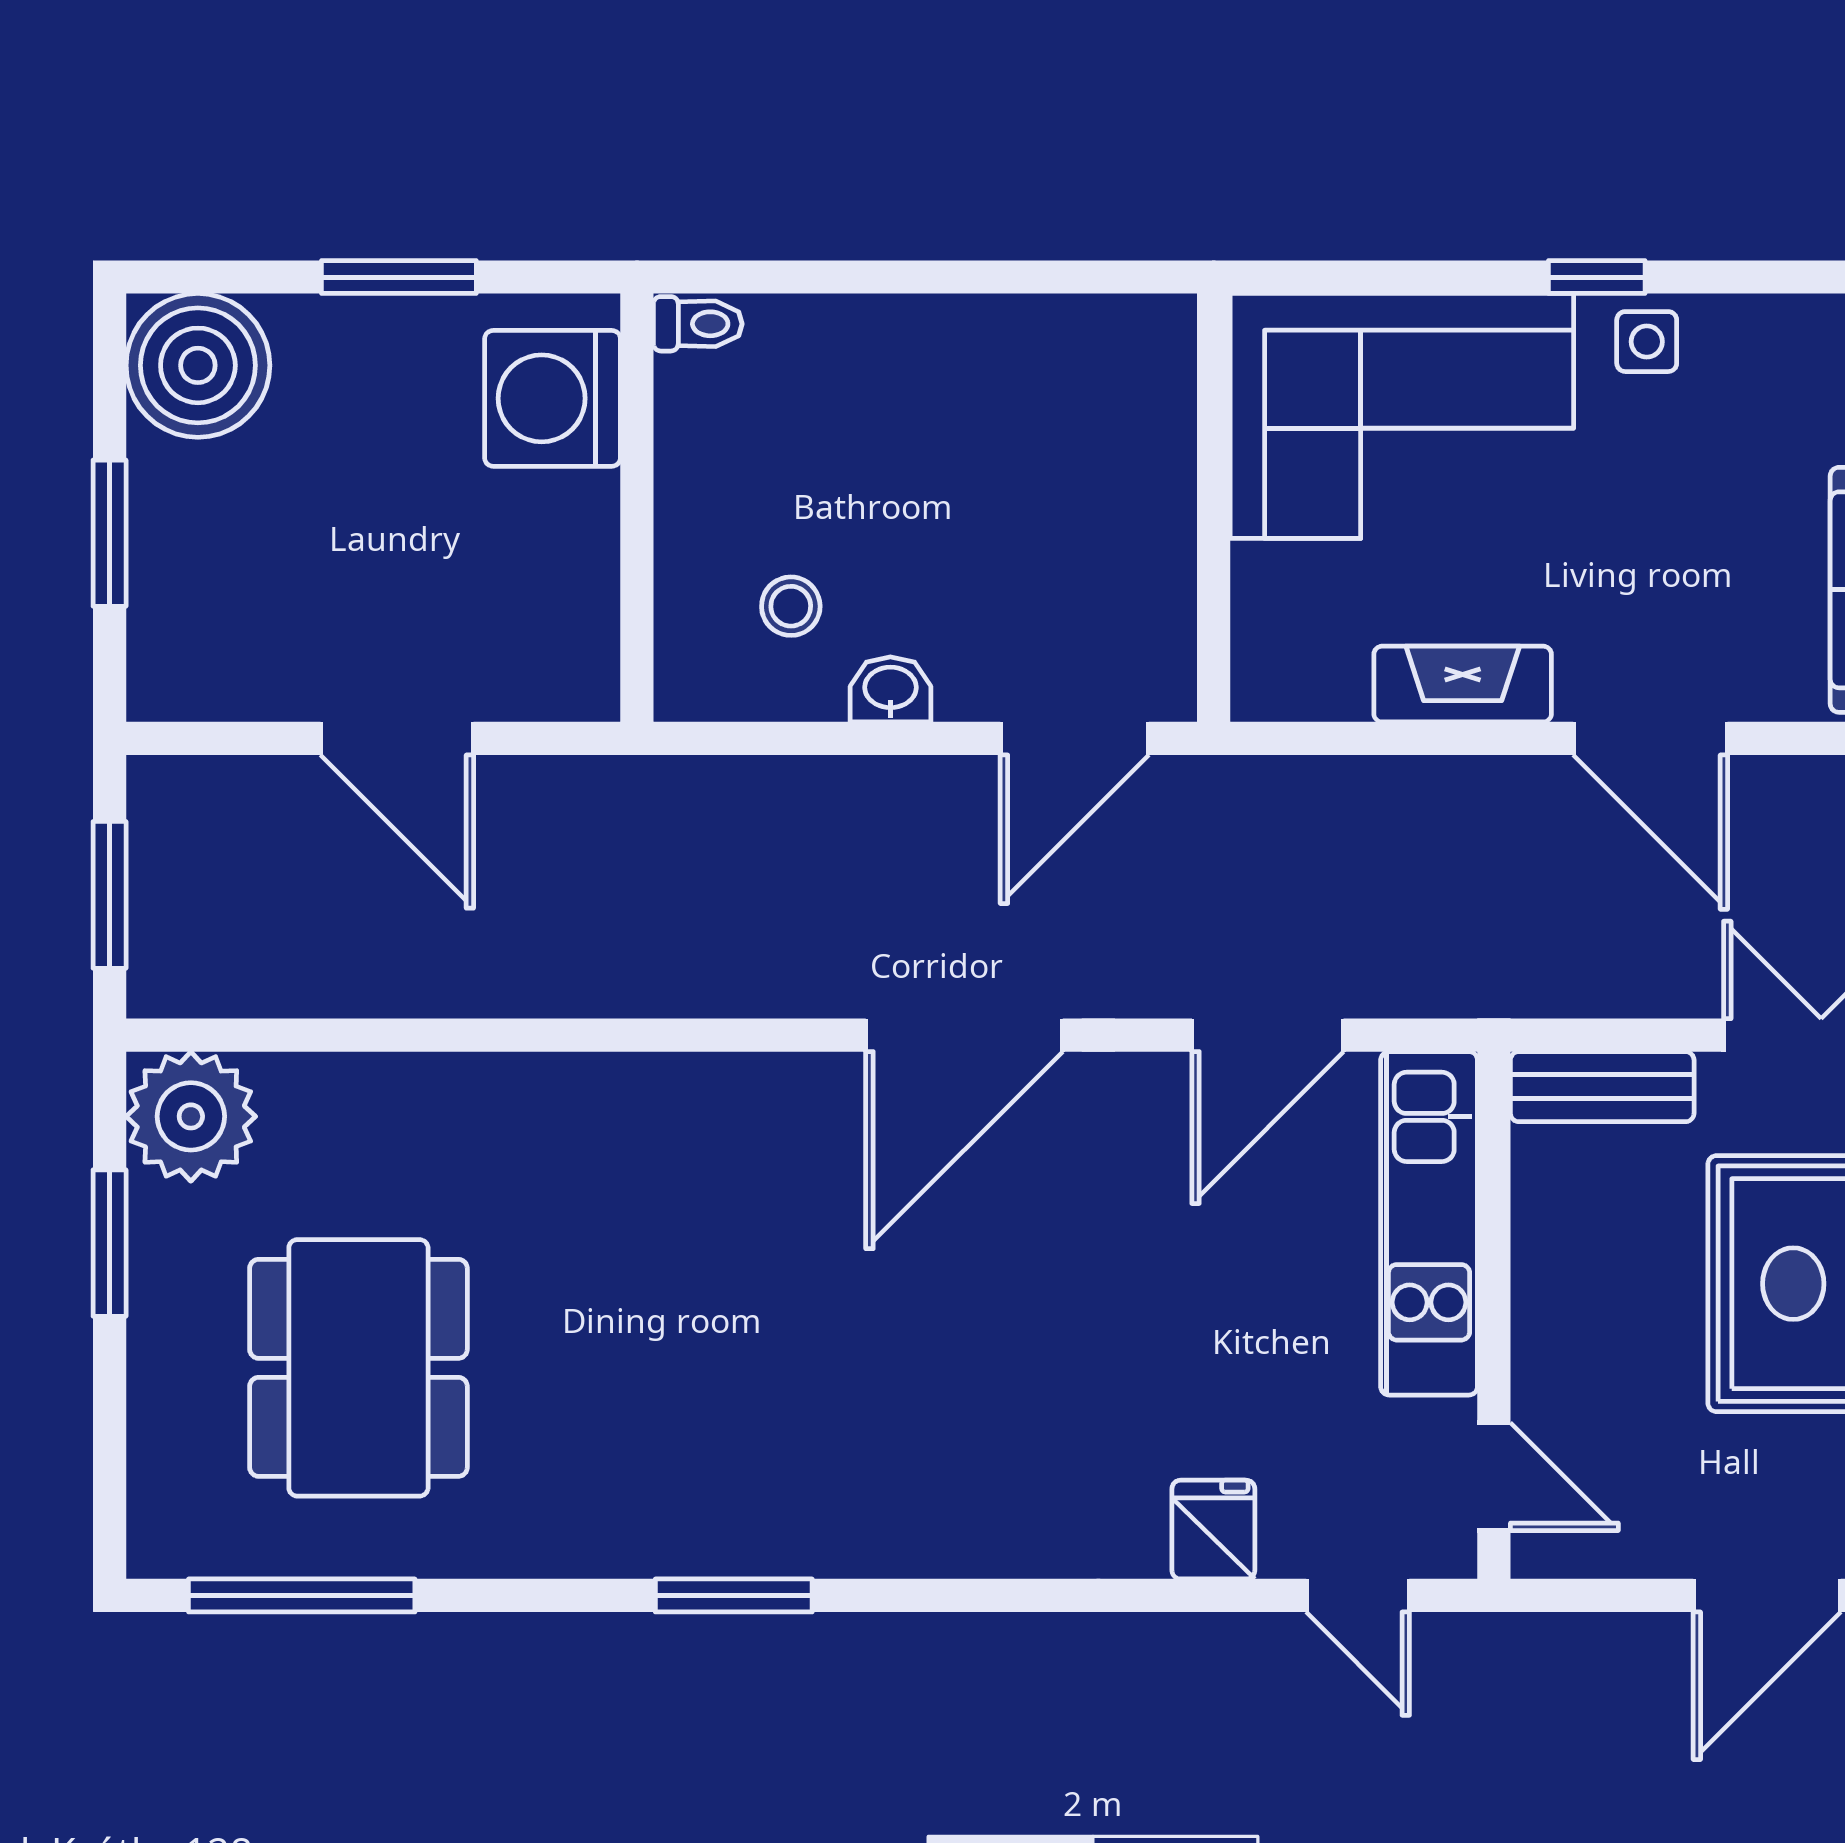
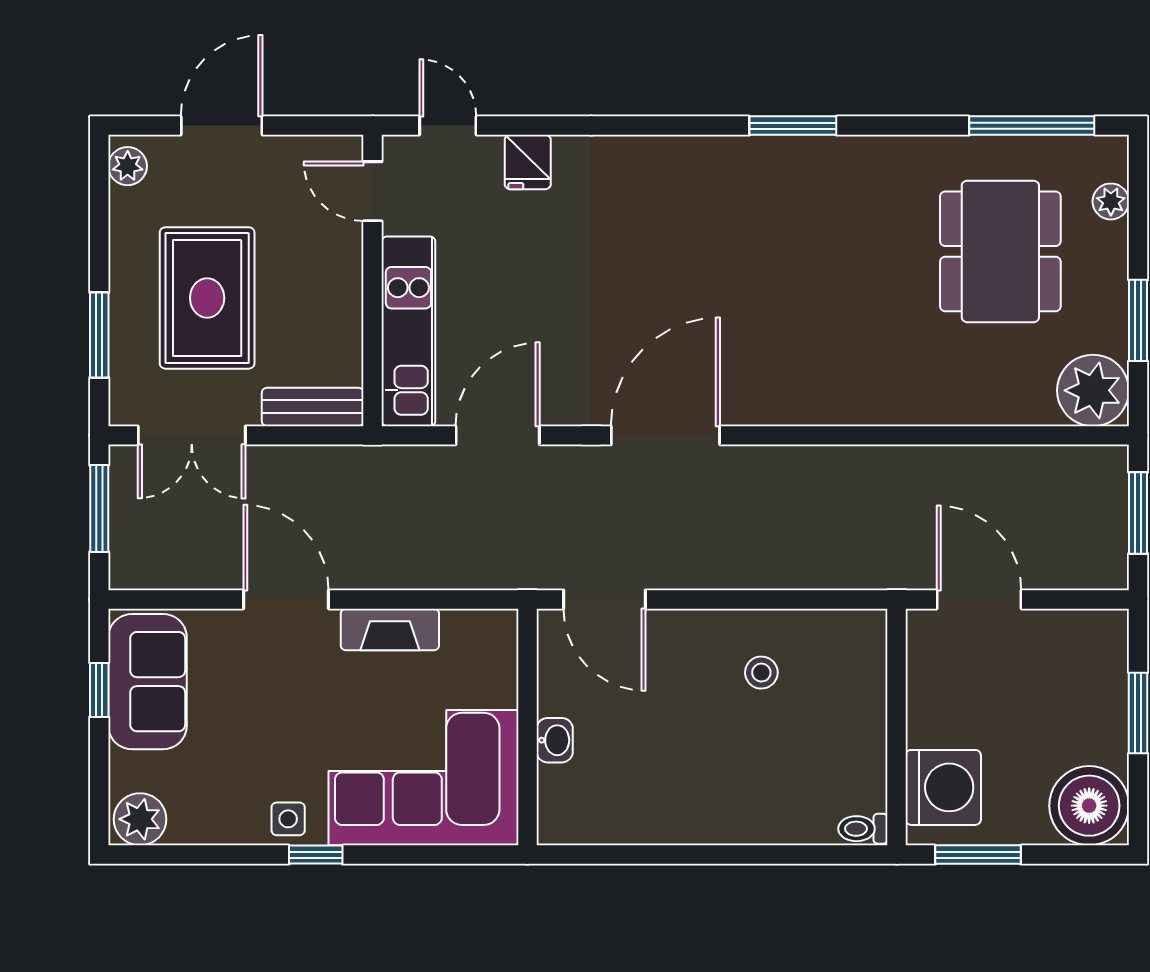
toilet: (698, 324) -> (863, 829), moved
washing machine: (553, 398) -> (943, 787), moved
wall: (637, 508) -> (897, 727), moved
washbasin: (890, 689) -> (555, 740), moved, turned -90
door: (1075, 738) -> (604, 599), swing flipped
plant: (159, 1458) -> (1111, 201), added

